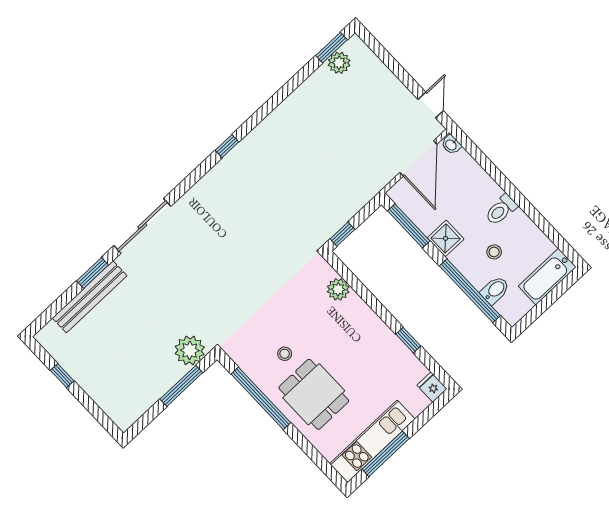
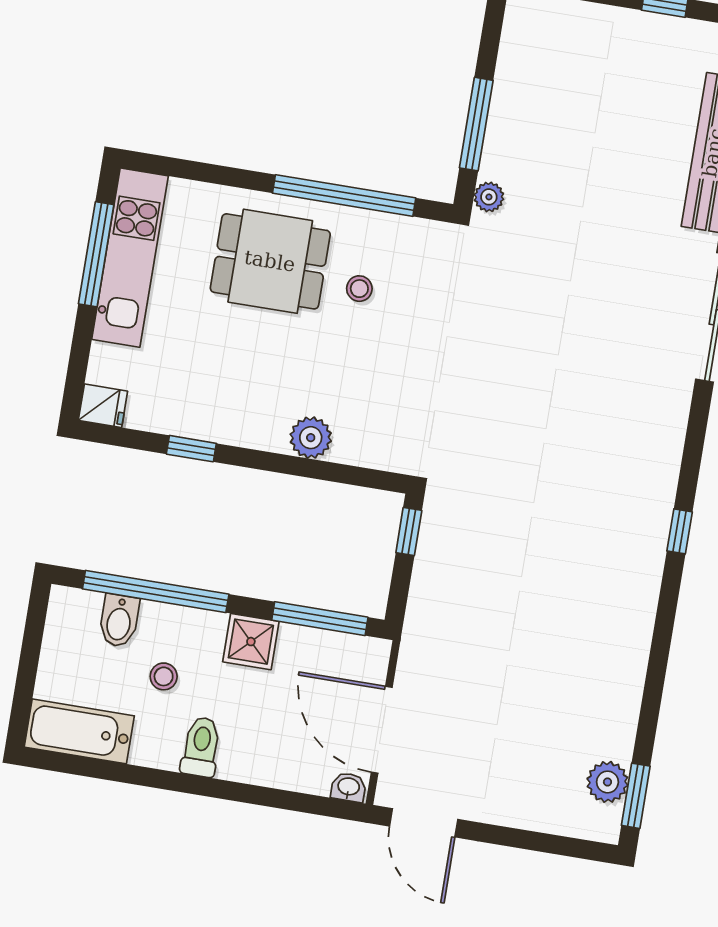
door: (431, 105) -> (424, 823), width x1.38
bathtub: (547, 277) -> (79, 731), moved, turned -90
plant: (338, 289) -> (311, 438), moved
plant: (190, 350) -> (489, 197), width x0.53, depth x0.53

